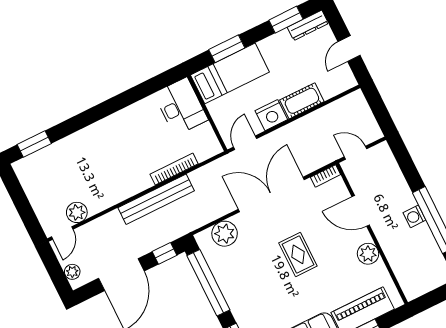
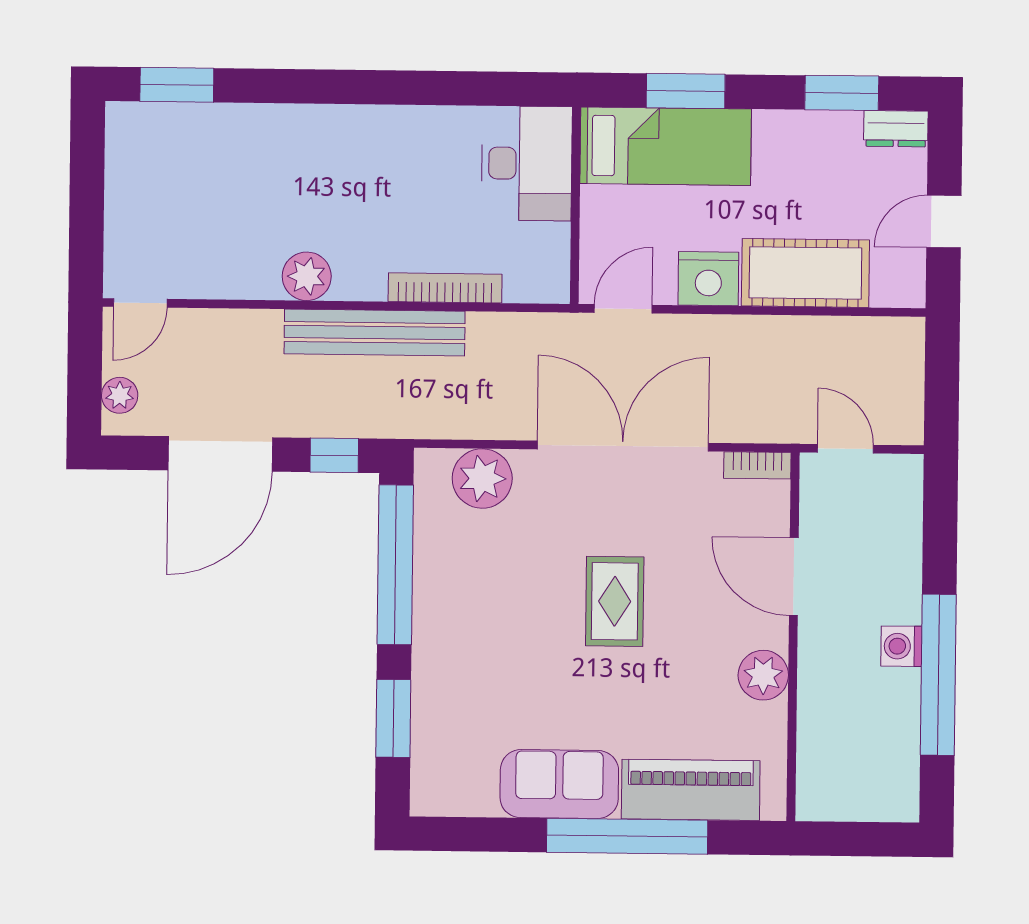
dresser: (308, 25) -> (896, 129), width x0.70
cot: (302, 101) -> (805, 273), width x1.37, depth x1.34
plant: (77, 212) -> (307, 276), moved

